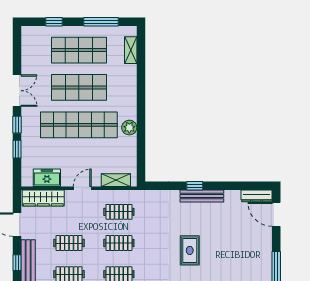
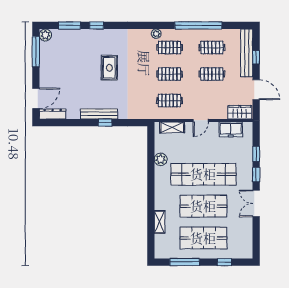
shelving: (131, 50) -> (159, 222), moved
plant: (129, 128) -> (161, 159), moved
wardrobe: (43, 198) -> (240, 112), width x0.67
door: (276, 214) -> (36, 98), hinge flipped

